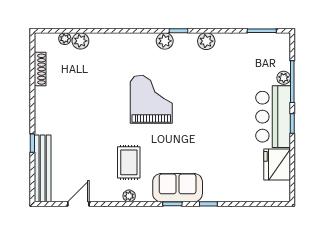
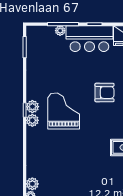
plant: (206, 41) -> (32, 107), moved
grand piano: (151, 99) -> (64, 111), moved, turned 90
armchair: (202, 137) -> (105, 93), added

